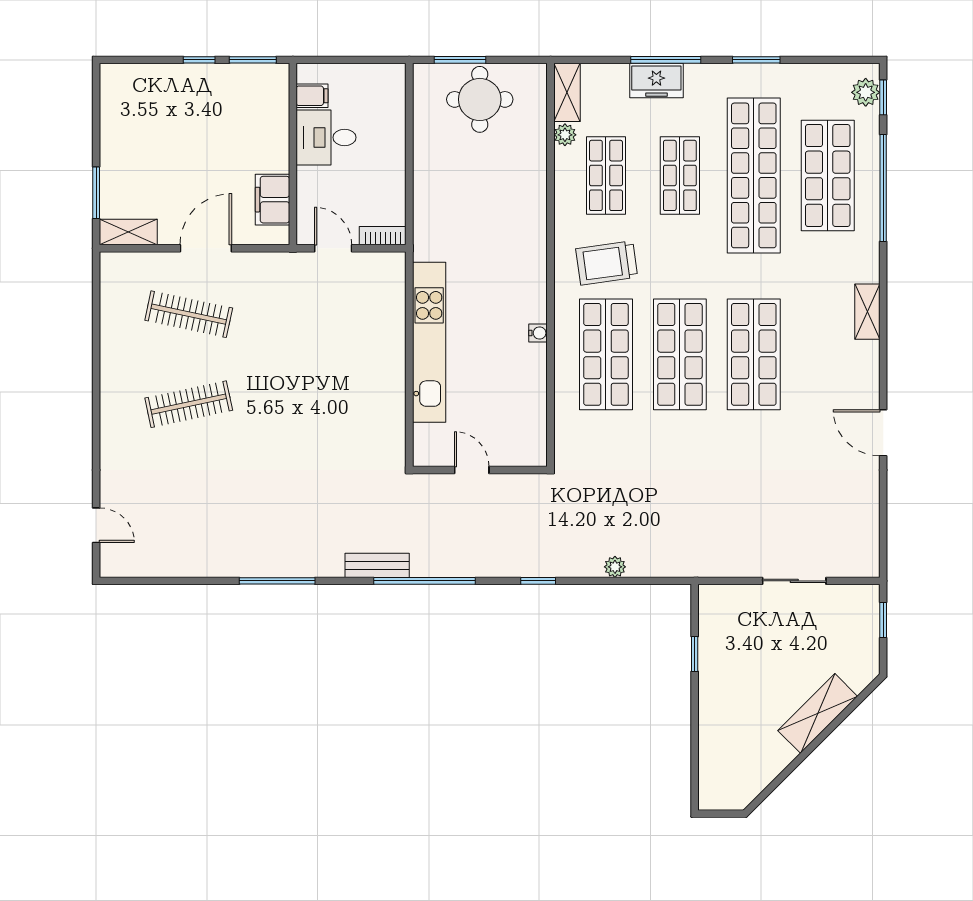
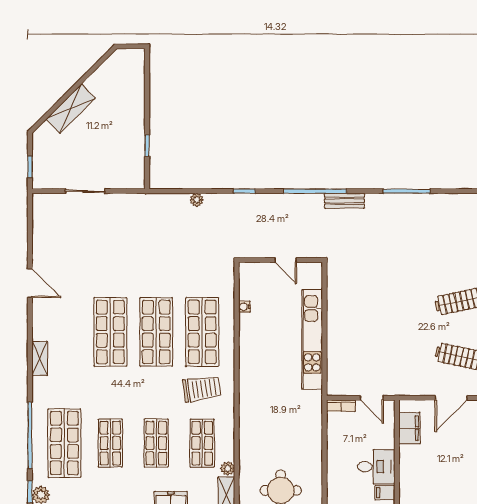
shop shelf: (754, 175) -> (110, 443), width x0.50, depth x0.74
water cooler: (538, 333) -> (244, 307), moved

